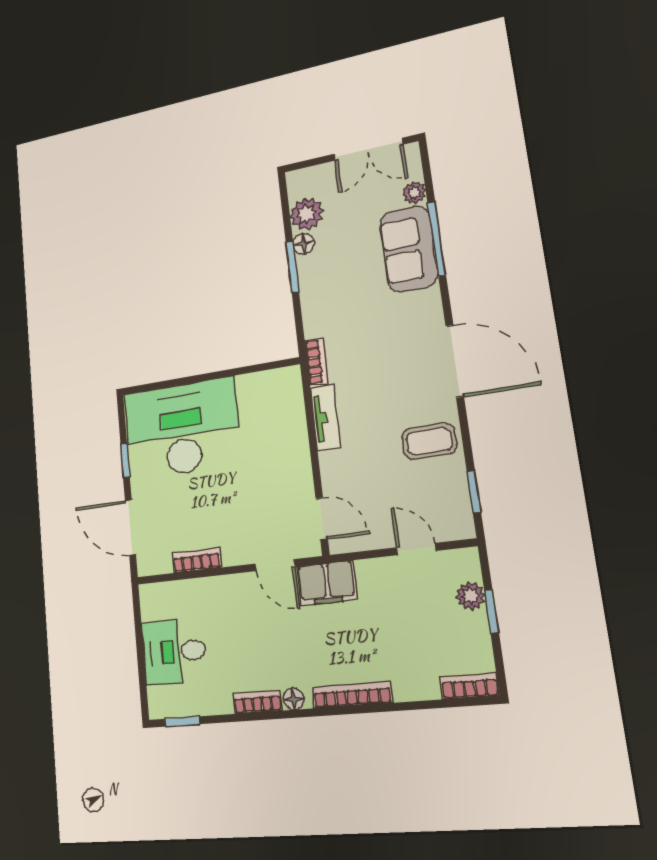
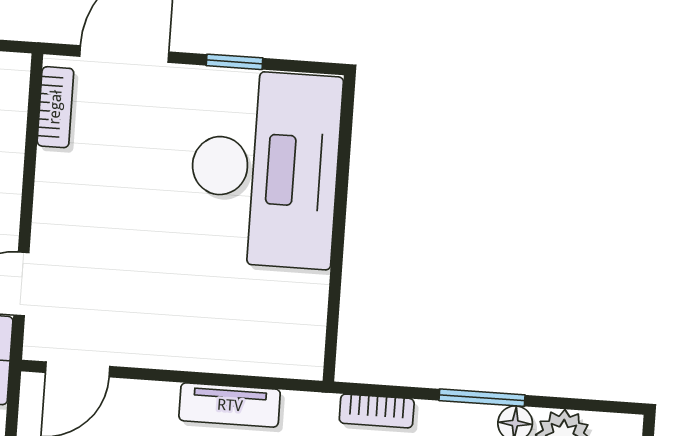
bookcase: (316, 362) -> (377, 411), moved
bookcase: (196, 560) -> (55, 107), moved

